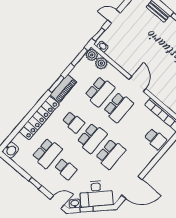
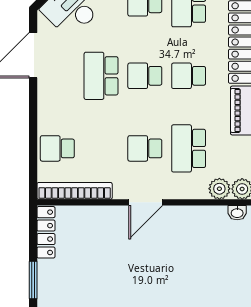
door: (138, 84) -> (146, 202), hinge flipped
school desk: (118, 107) -> (145, 148), width x0.54
school desk: (92, 138) -> (145, 76), width x0.54

